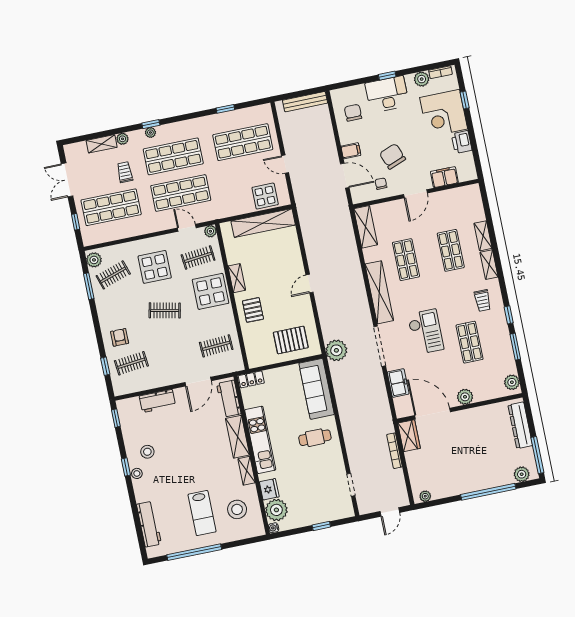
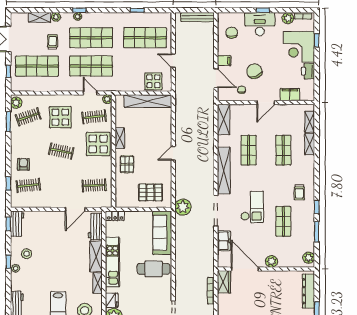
shelving: (489, 265) -> (310, 122), moved
workbench: (157, 401) -> (17, 224), moved, turned -90
cafe table: (315, 438) -> (154, 269), width x1.37, depth x1.35

